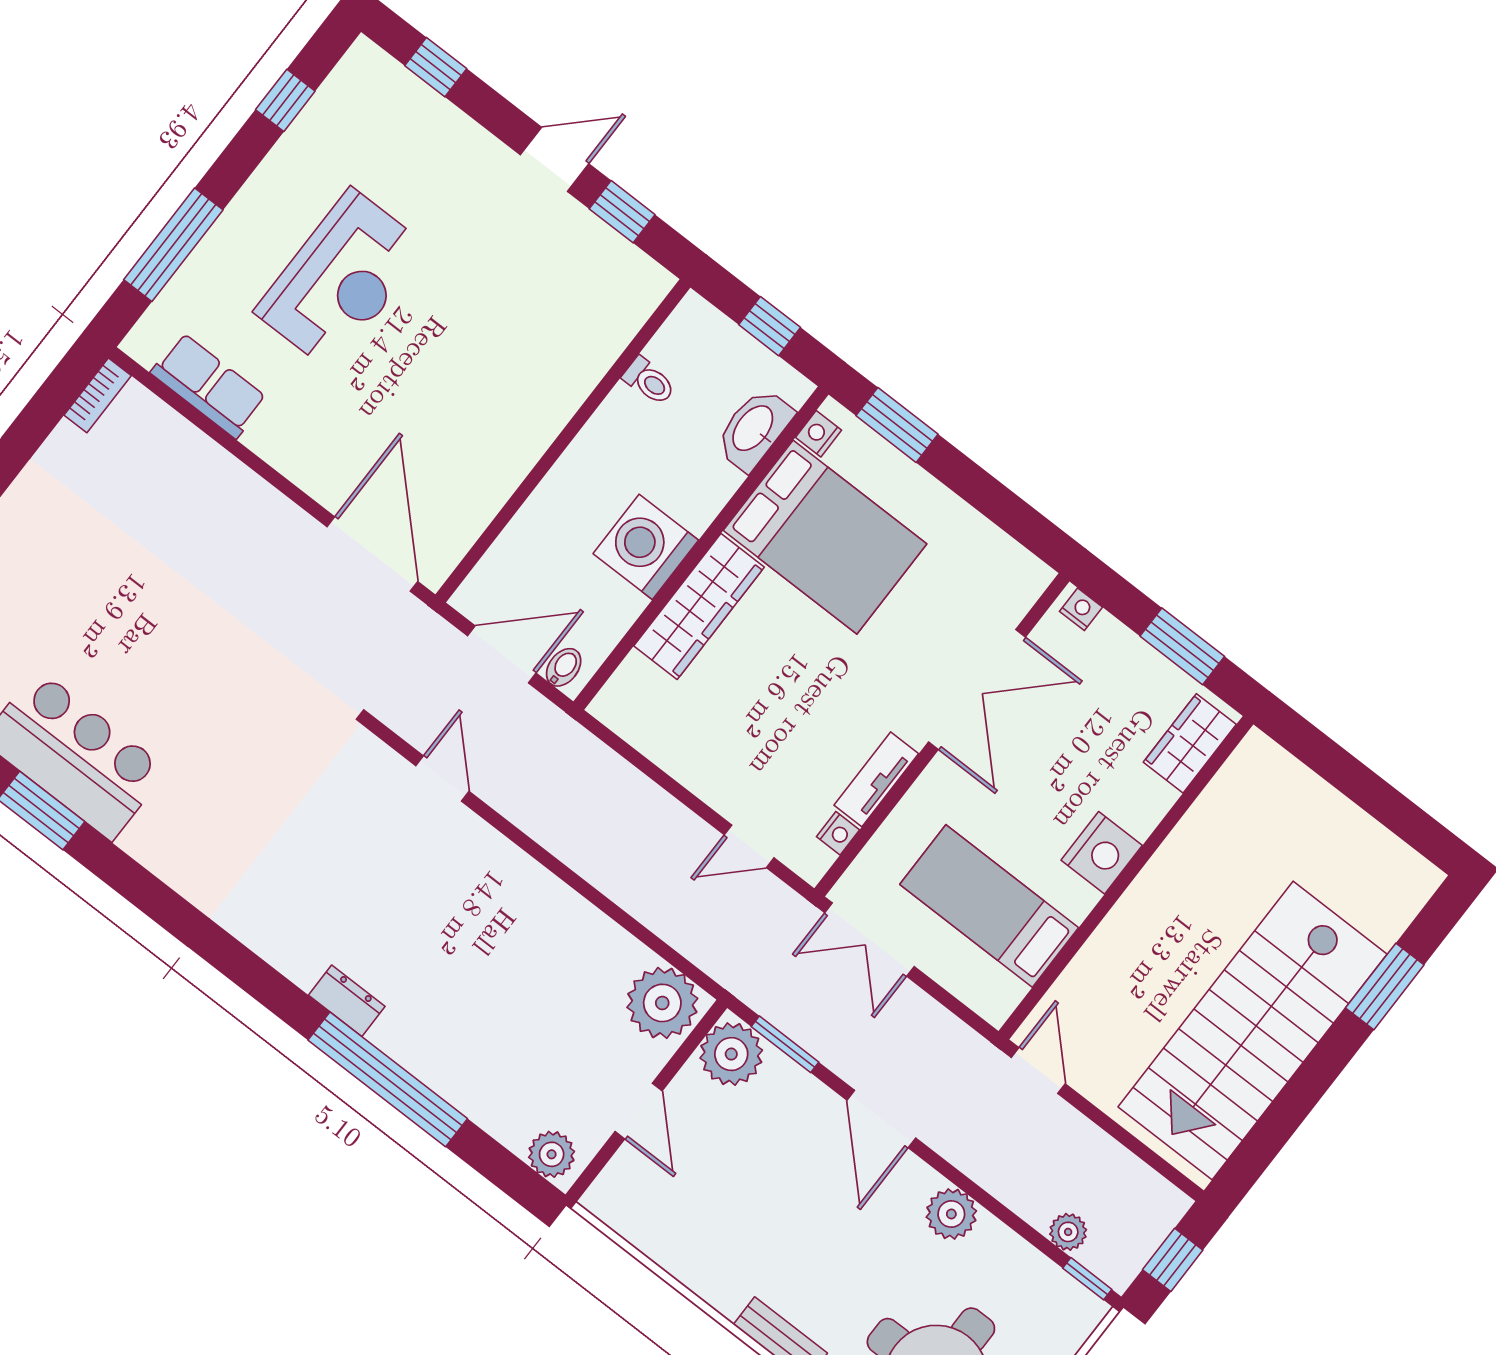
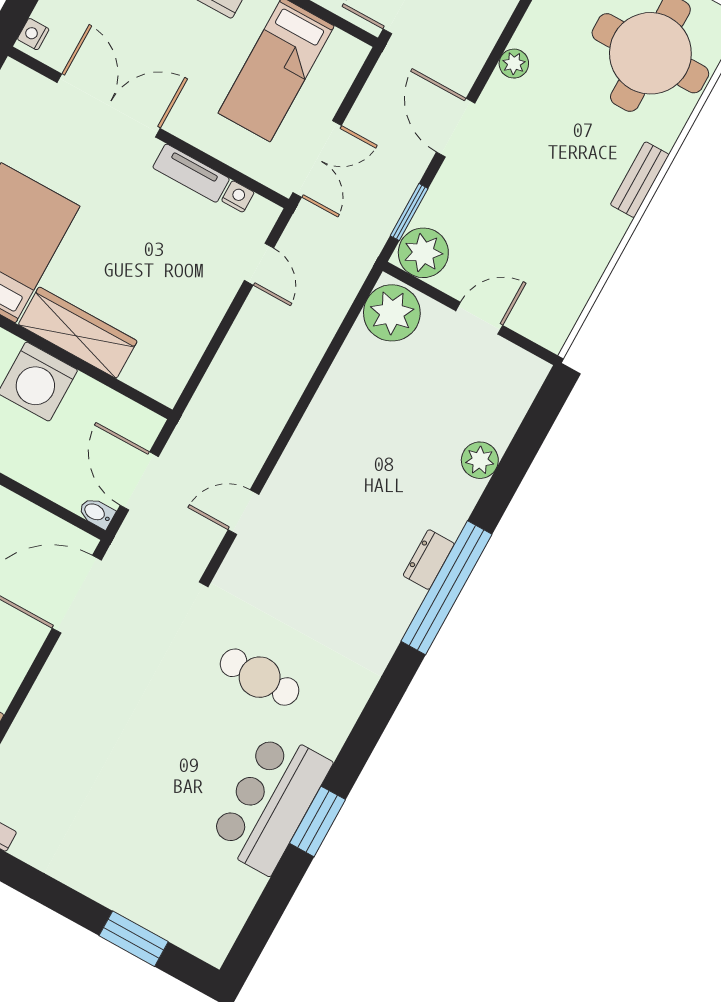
bidet: (564, 667) -> (97, 513), moved
cafe table: (233, 766) -> (260, 677), added
window: (388, 1079) -> (446, 588), moved
door: (881, 1119) -> (456, 128), swing flipped
plant: (552, 1154) -> (480, 460), moved
plant: (951, 1214) -> (514, 64), width x0.73, depth x0.73

